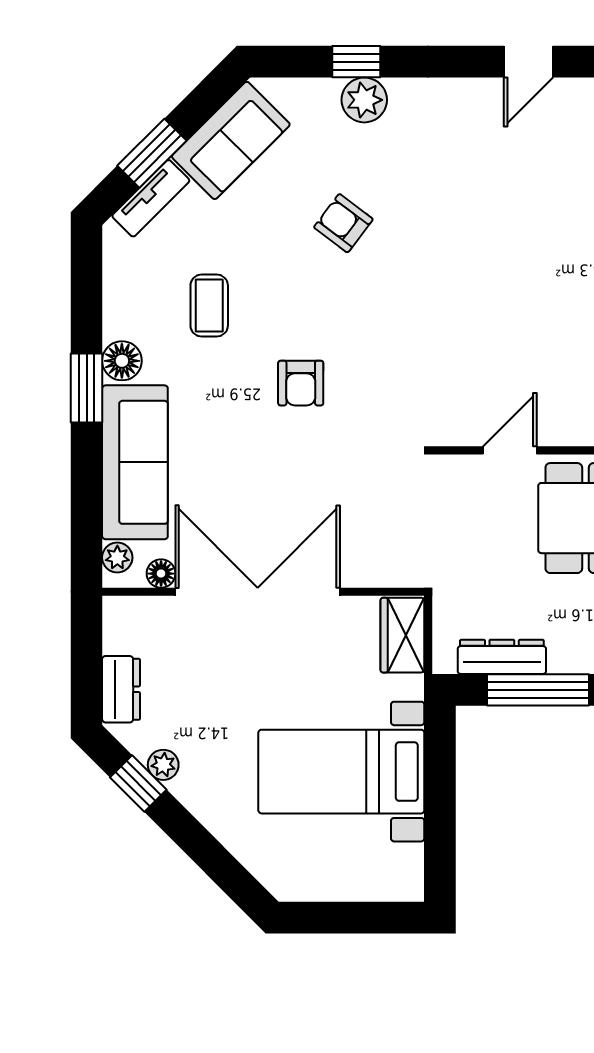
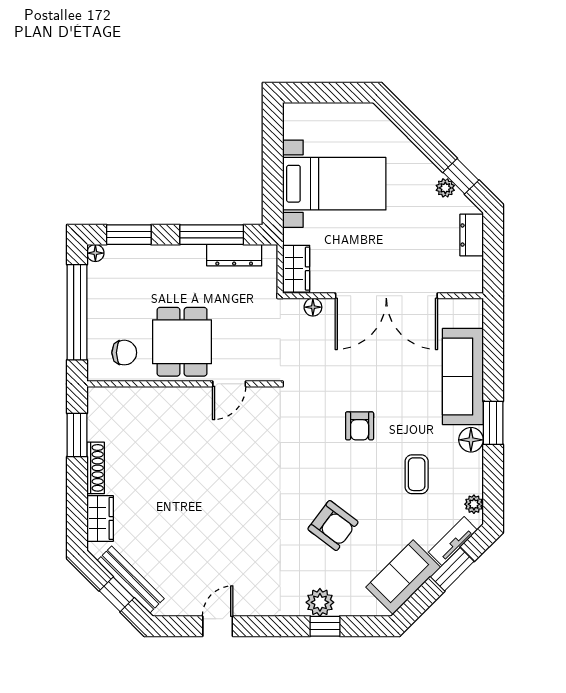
armchair: (343, 223) -> (333, 526), width x1.38, depth x1.38
armchair: (301, 383) -> (360, 426), turned 180
plant: (117, 558) -> (474, 504), moved
floor lamp: (161, 574) -> (313, 307), moved

